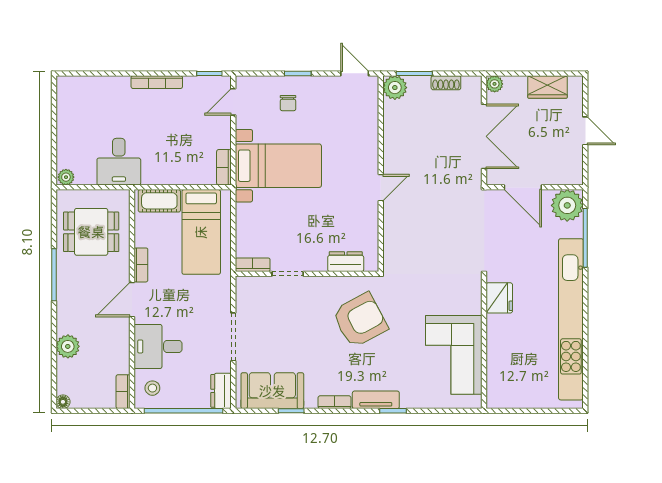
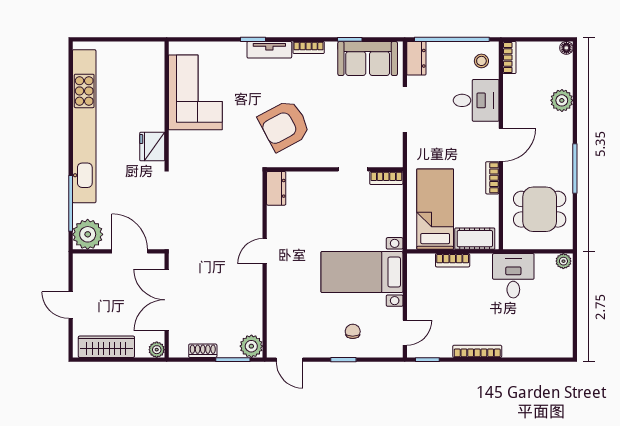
wardrobe: (548, 87) -> (106, 347), width x1.50
bookcase: (224, 167) -> (453, 260), moved, turned 90
dresser: (346, 262) -> (276, 188), moved, turned -90

